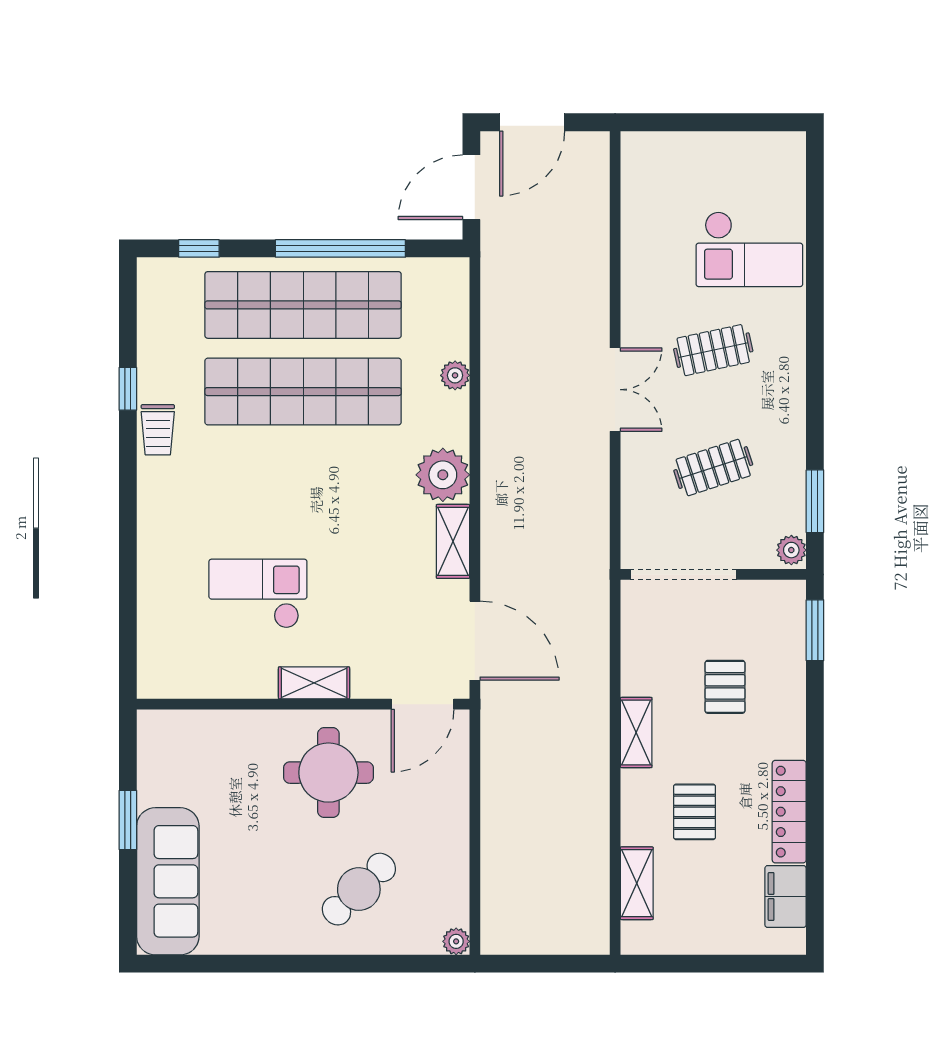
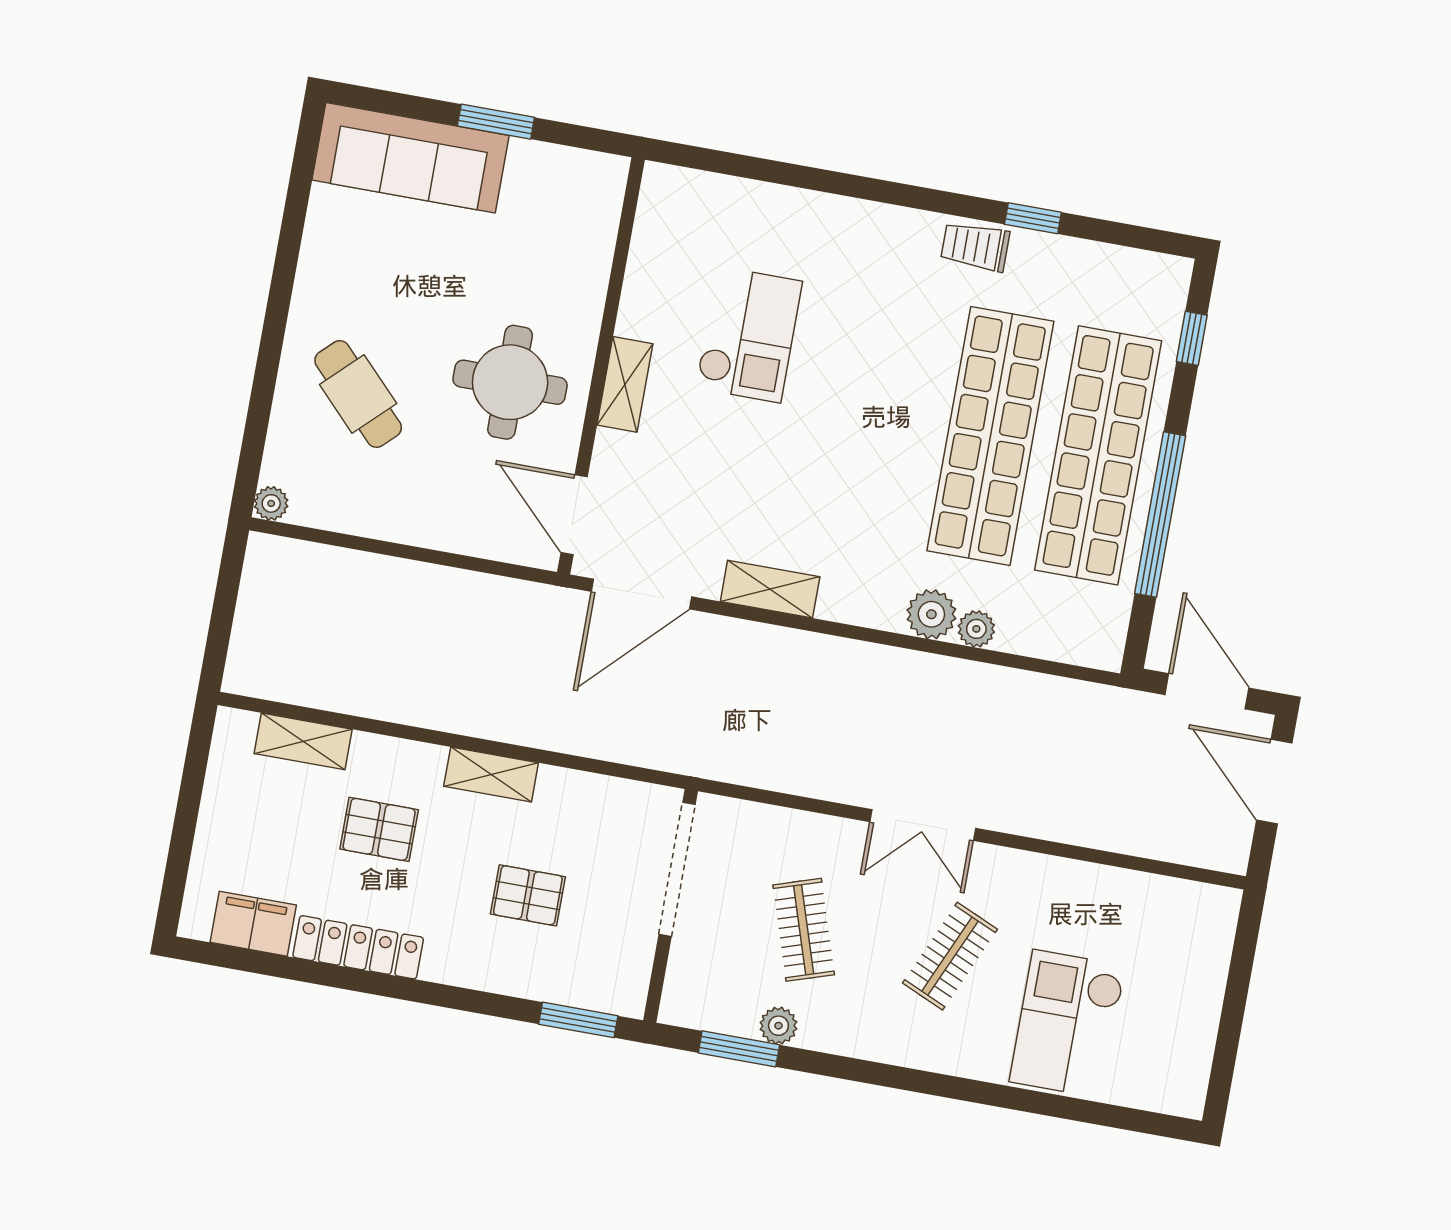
clothes rail: (713, 350) -> (950, 956), turned 36
plant: (443, 475) -> (931, 614), moved, width x0.73, depth x0.73
plant: (791, 550) -> (778, 1026), moved

